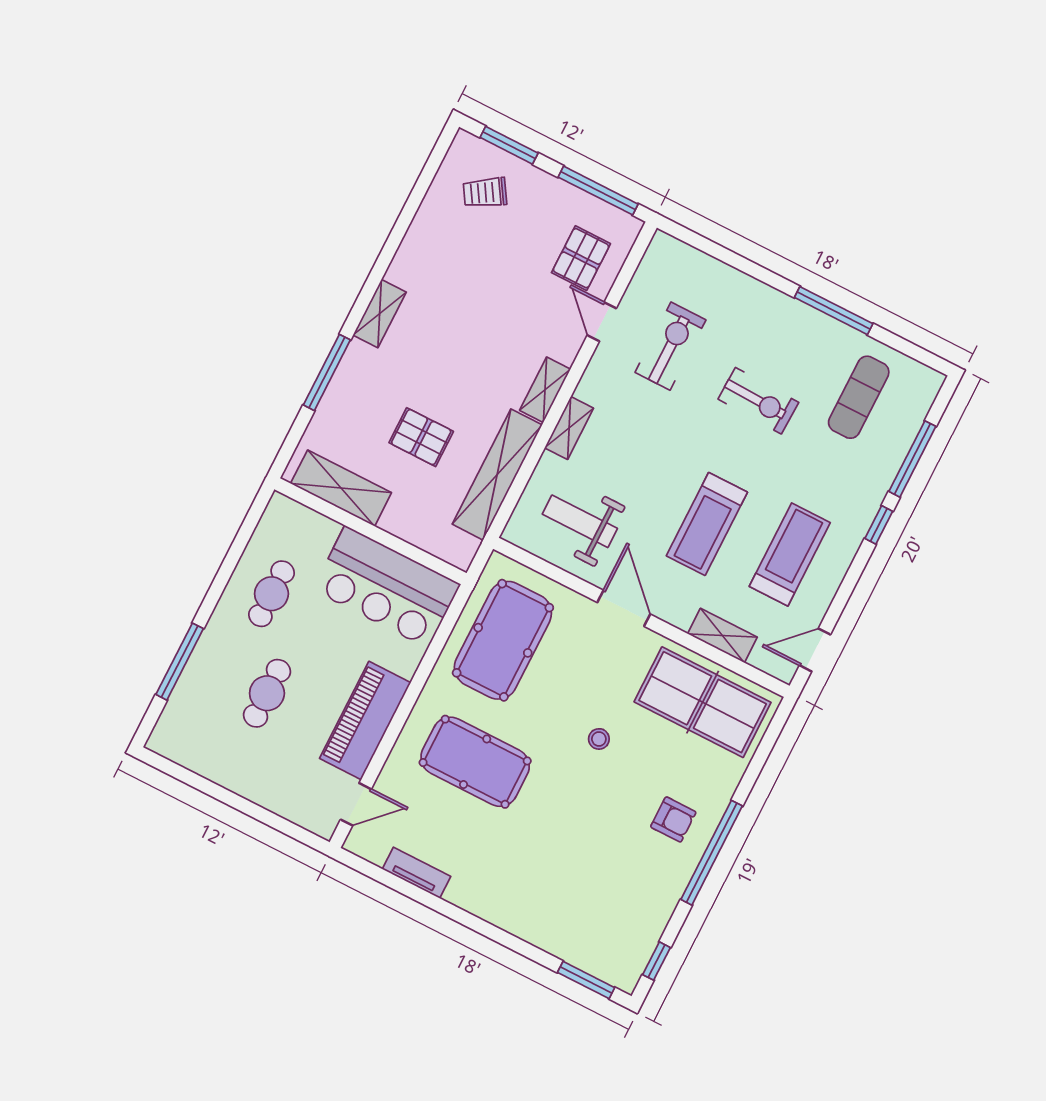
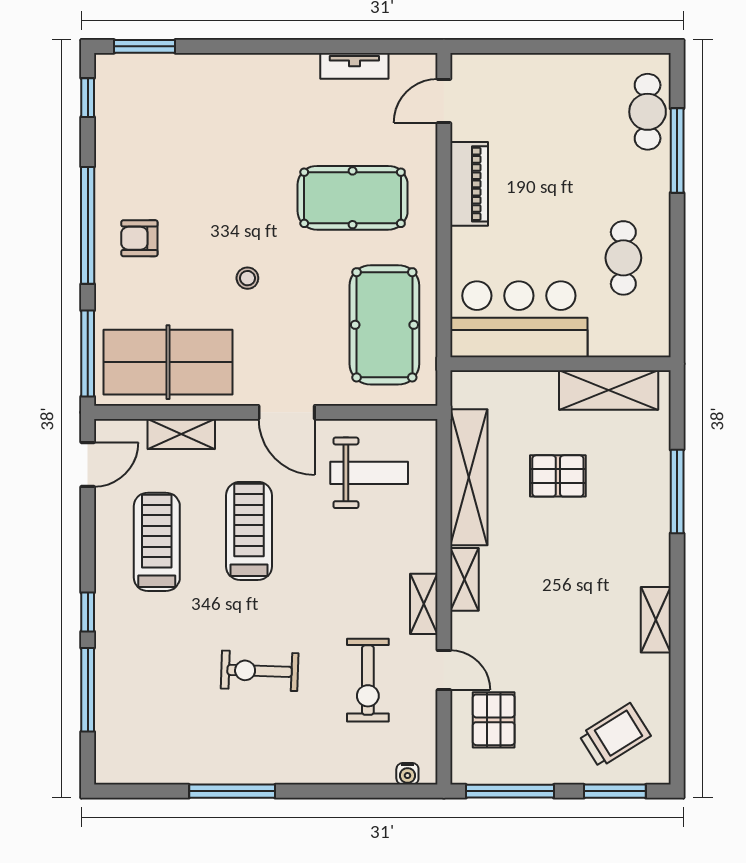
trolley: (485, 193) -> (615, 735), width x1.36, depth x1.39
water cooler: (677, 250) -> (407, 774), added
shelving: (380, 314) -> (656, 620), moved
exercise mat: (859, 397) -> (167, 722), removed
shelving: (569, 428) -> (424, 604), moved
treadmill: (790, 555) -> (157, 542), turned 180
cafe table: (267, 693) -> (648, 112), moved
piano: (365, 720) -> (469, 184), width x0.73, depth x0.75
window: (767, 744) -> (88, 353), added

